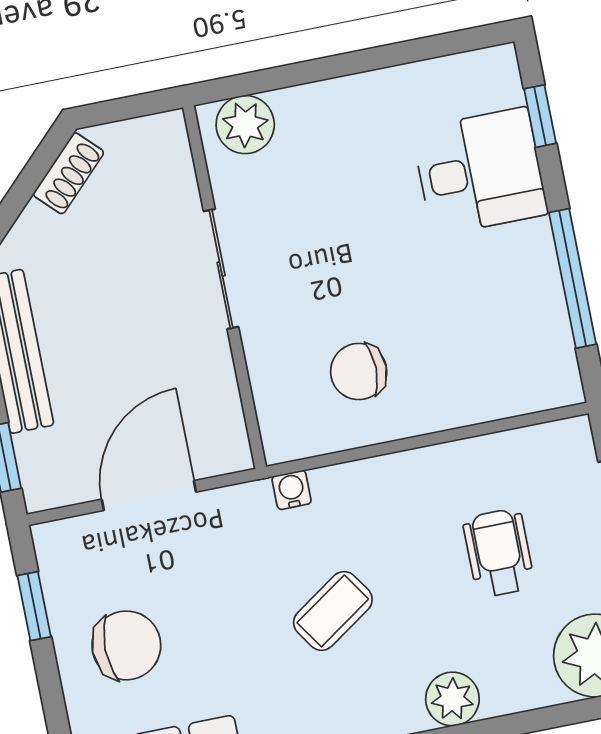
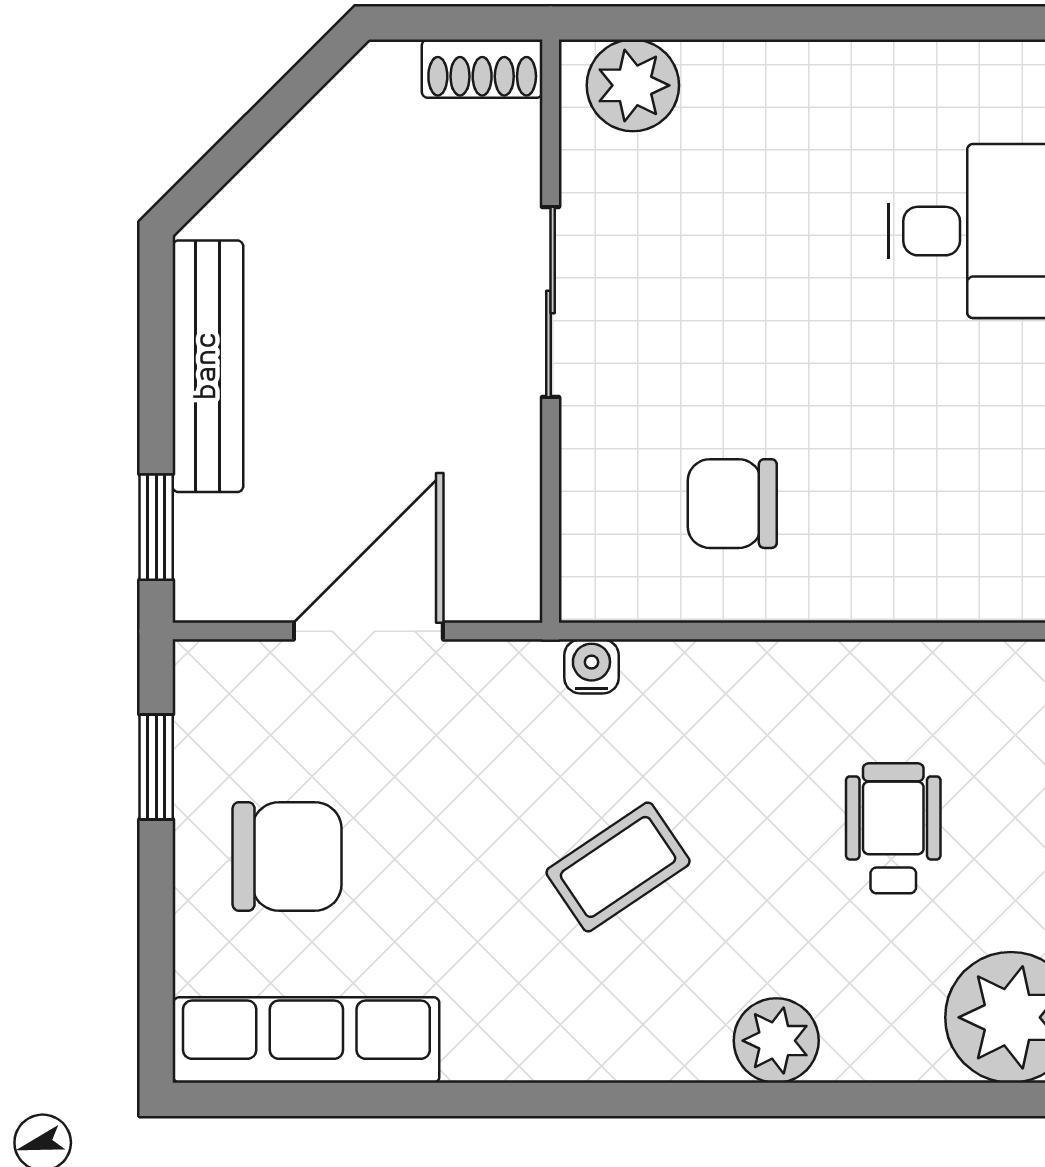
shoe rack: (68, 173) -> (482, 69), moved, turned 45

